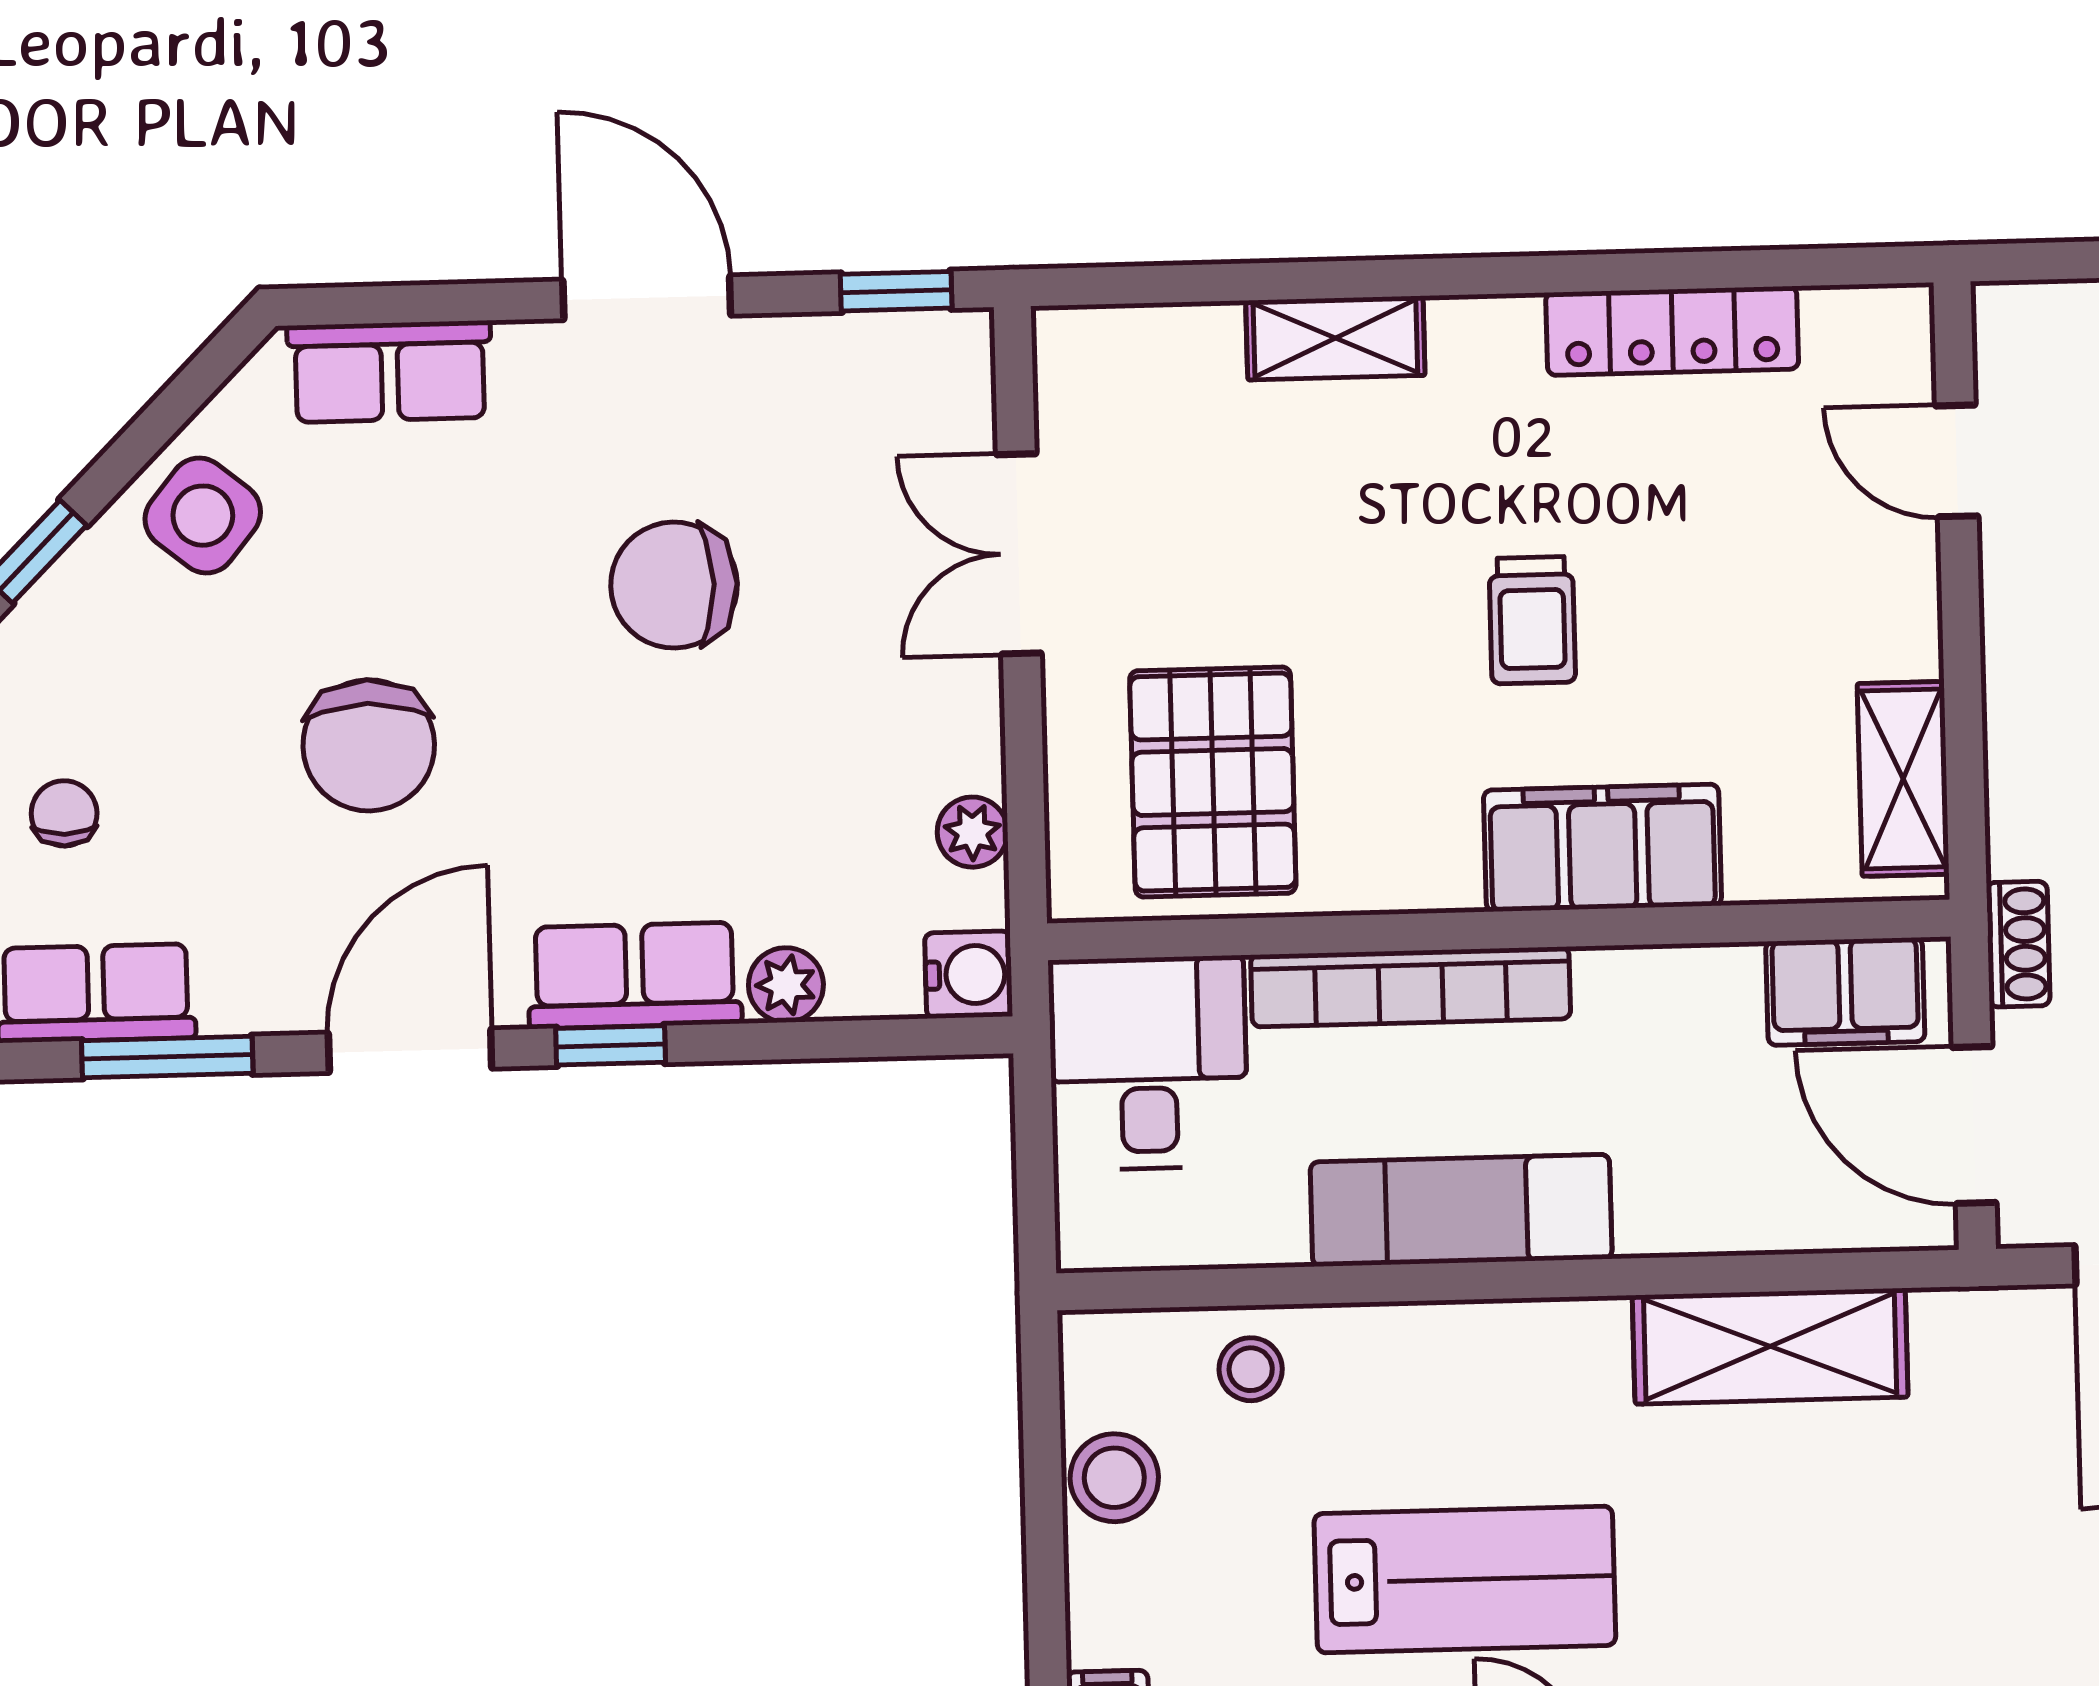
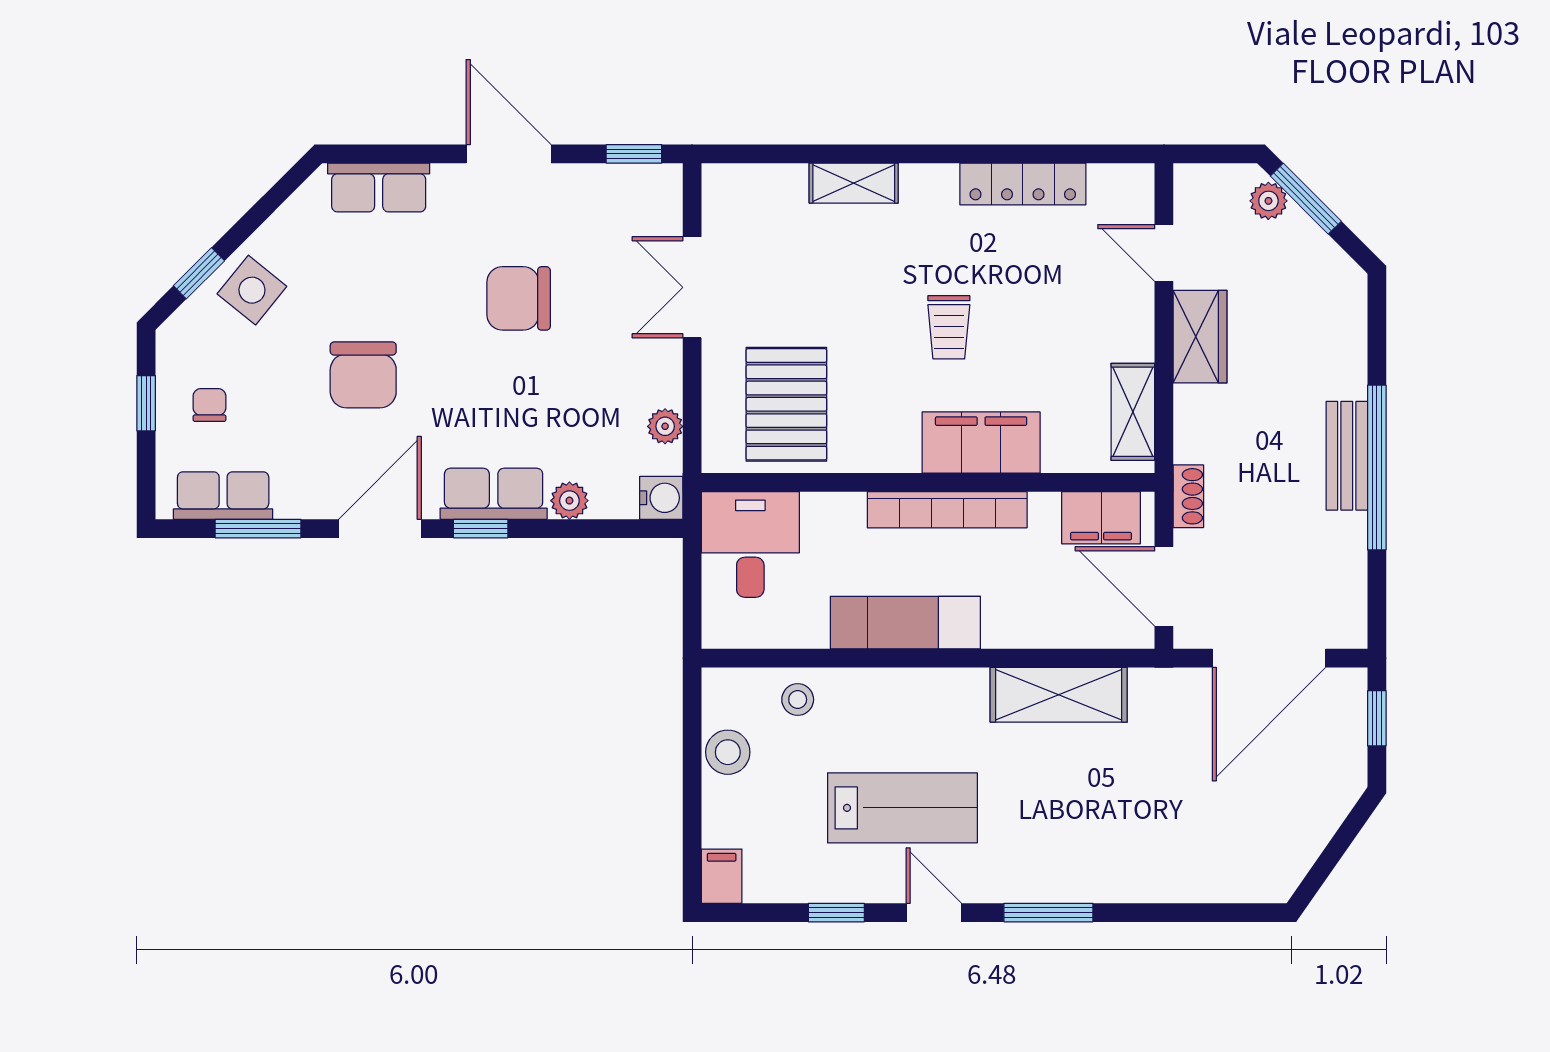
side table: (203, 516) -> (252, 290), moved
wardrobe: (2033, 626) -> (1200, 337), added
bookcase: (1411, 987) -> (947, 510), moved

